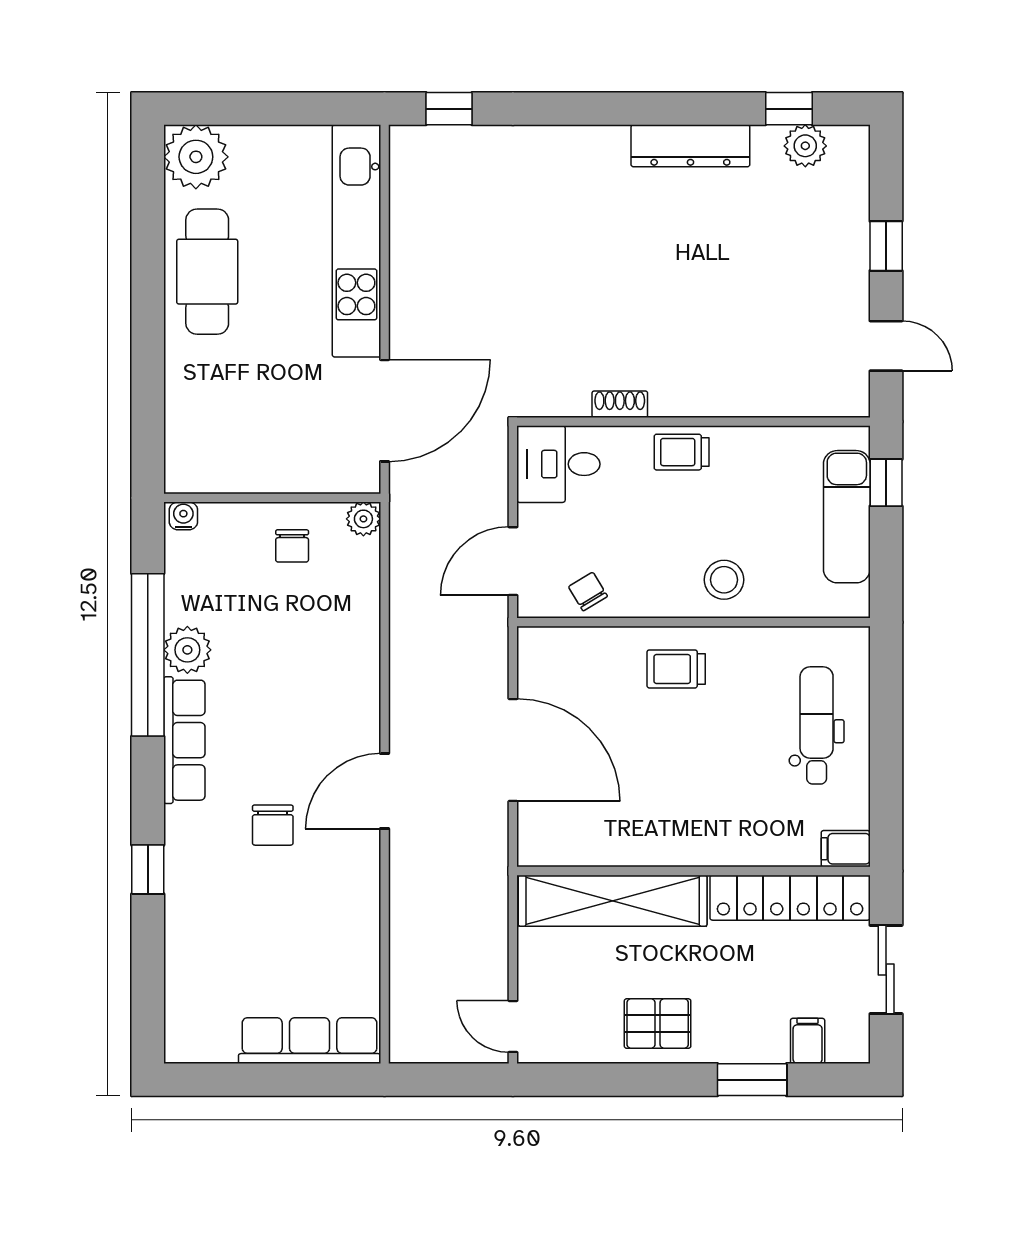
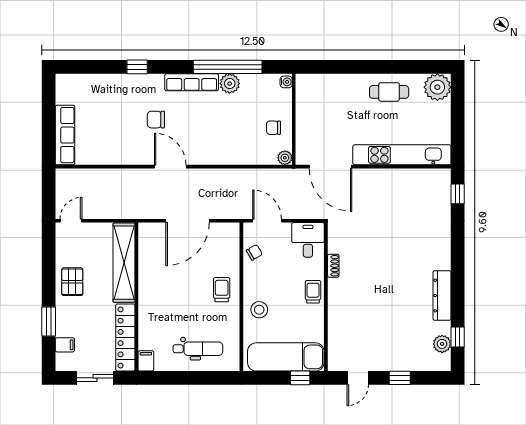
cafe table: (207, 272) -> (389, 92), width x0.73, depth x0.74
exam couch: (847, 517) -> (286, 357), width x1.36, depth x1.45

